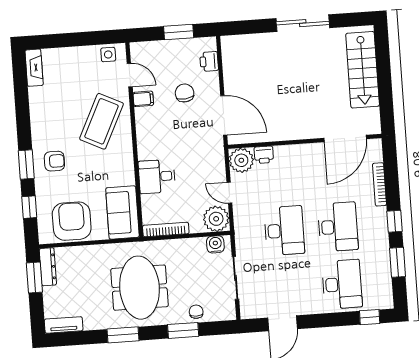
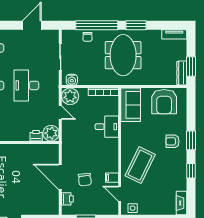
door: (224, 115) -> (60, 177), moved
window: (29, 207) -> (191, 171), moved
window: (183, 330) -> (97, 25), width x2.11

